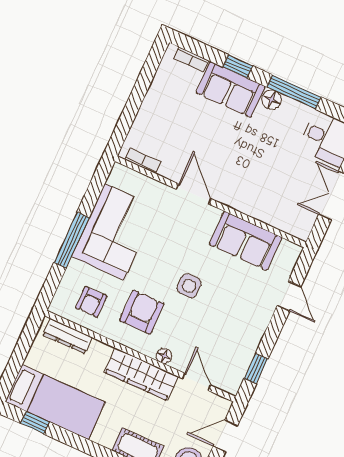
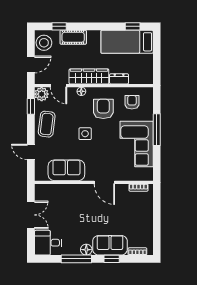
armchair: (142, 312) -> (103, 109), turned 180
coffee table: (243, 329) -> (47, 124), added
dresser: (67, 336) -> (119, 79), moved, width x0.70
plant: (230, 381) -> (42, 94), added

